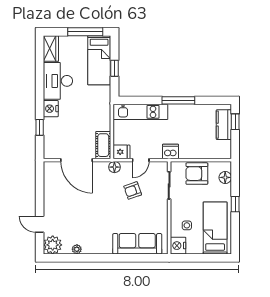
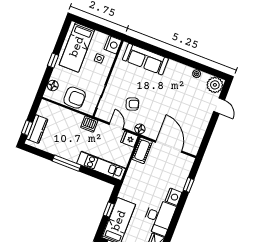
door: (141, 160) -> (116, 126), hinge flipped

